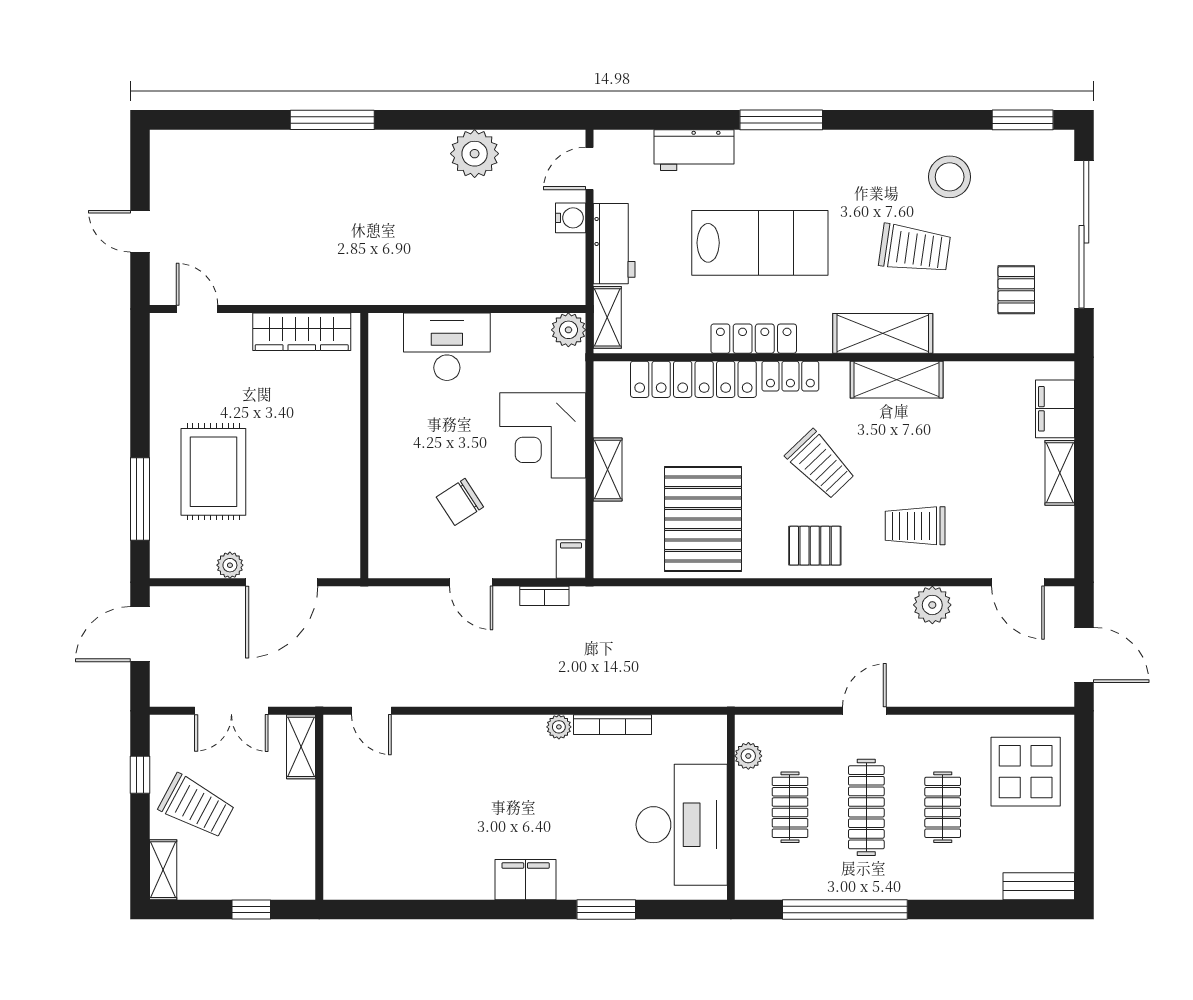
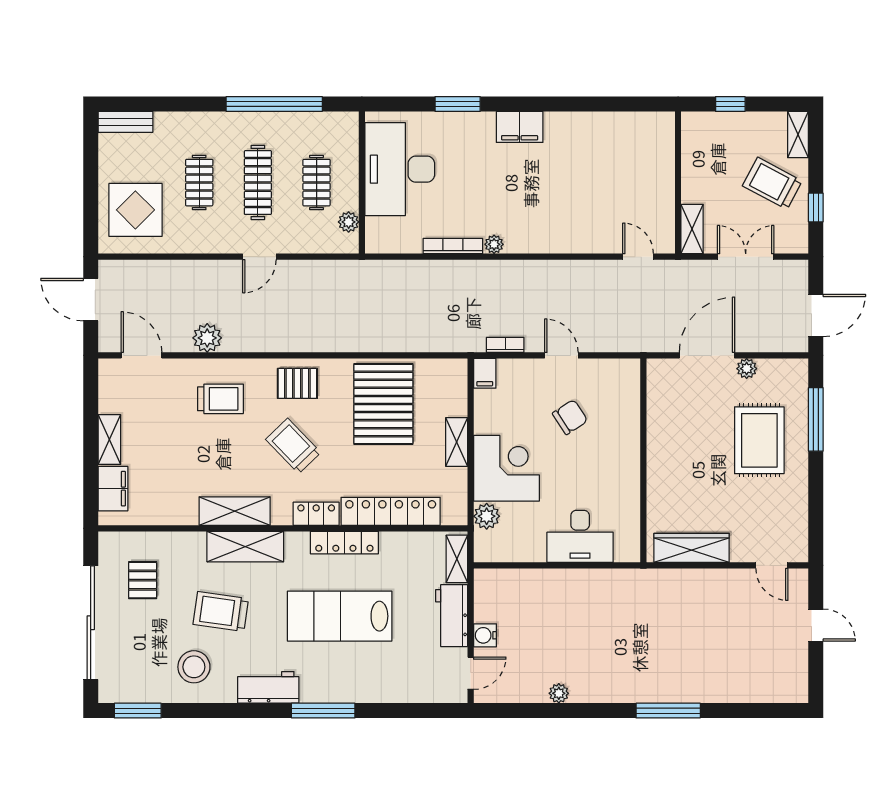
workbench: (694, 150) -> (268, 687), moved
plant: (475, 154) -> (559, 693), width x0.53, depth x0.53
plant: (568, 330) -> (487, 516), moved

